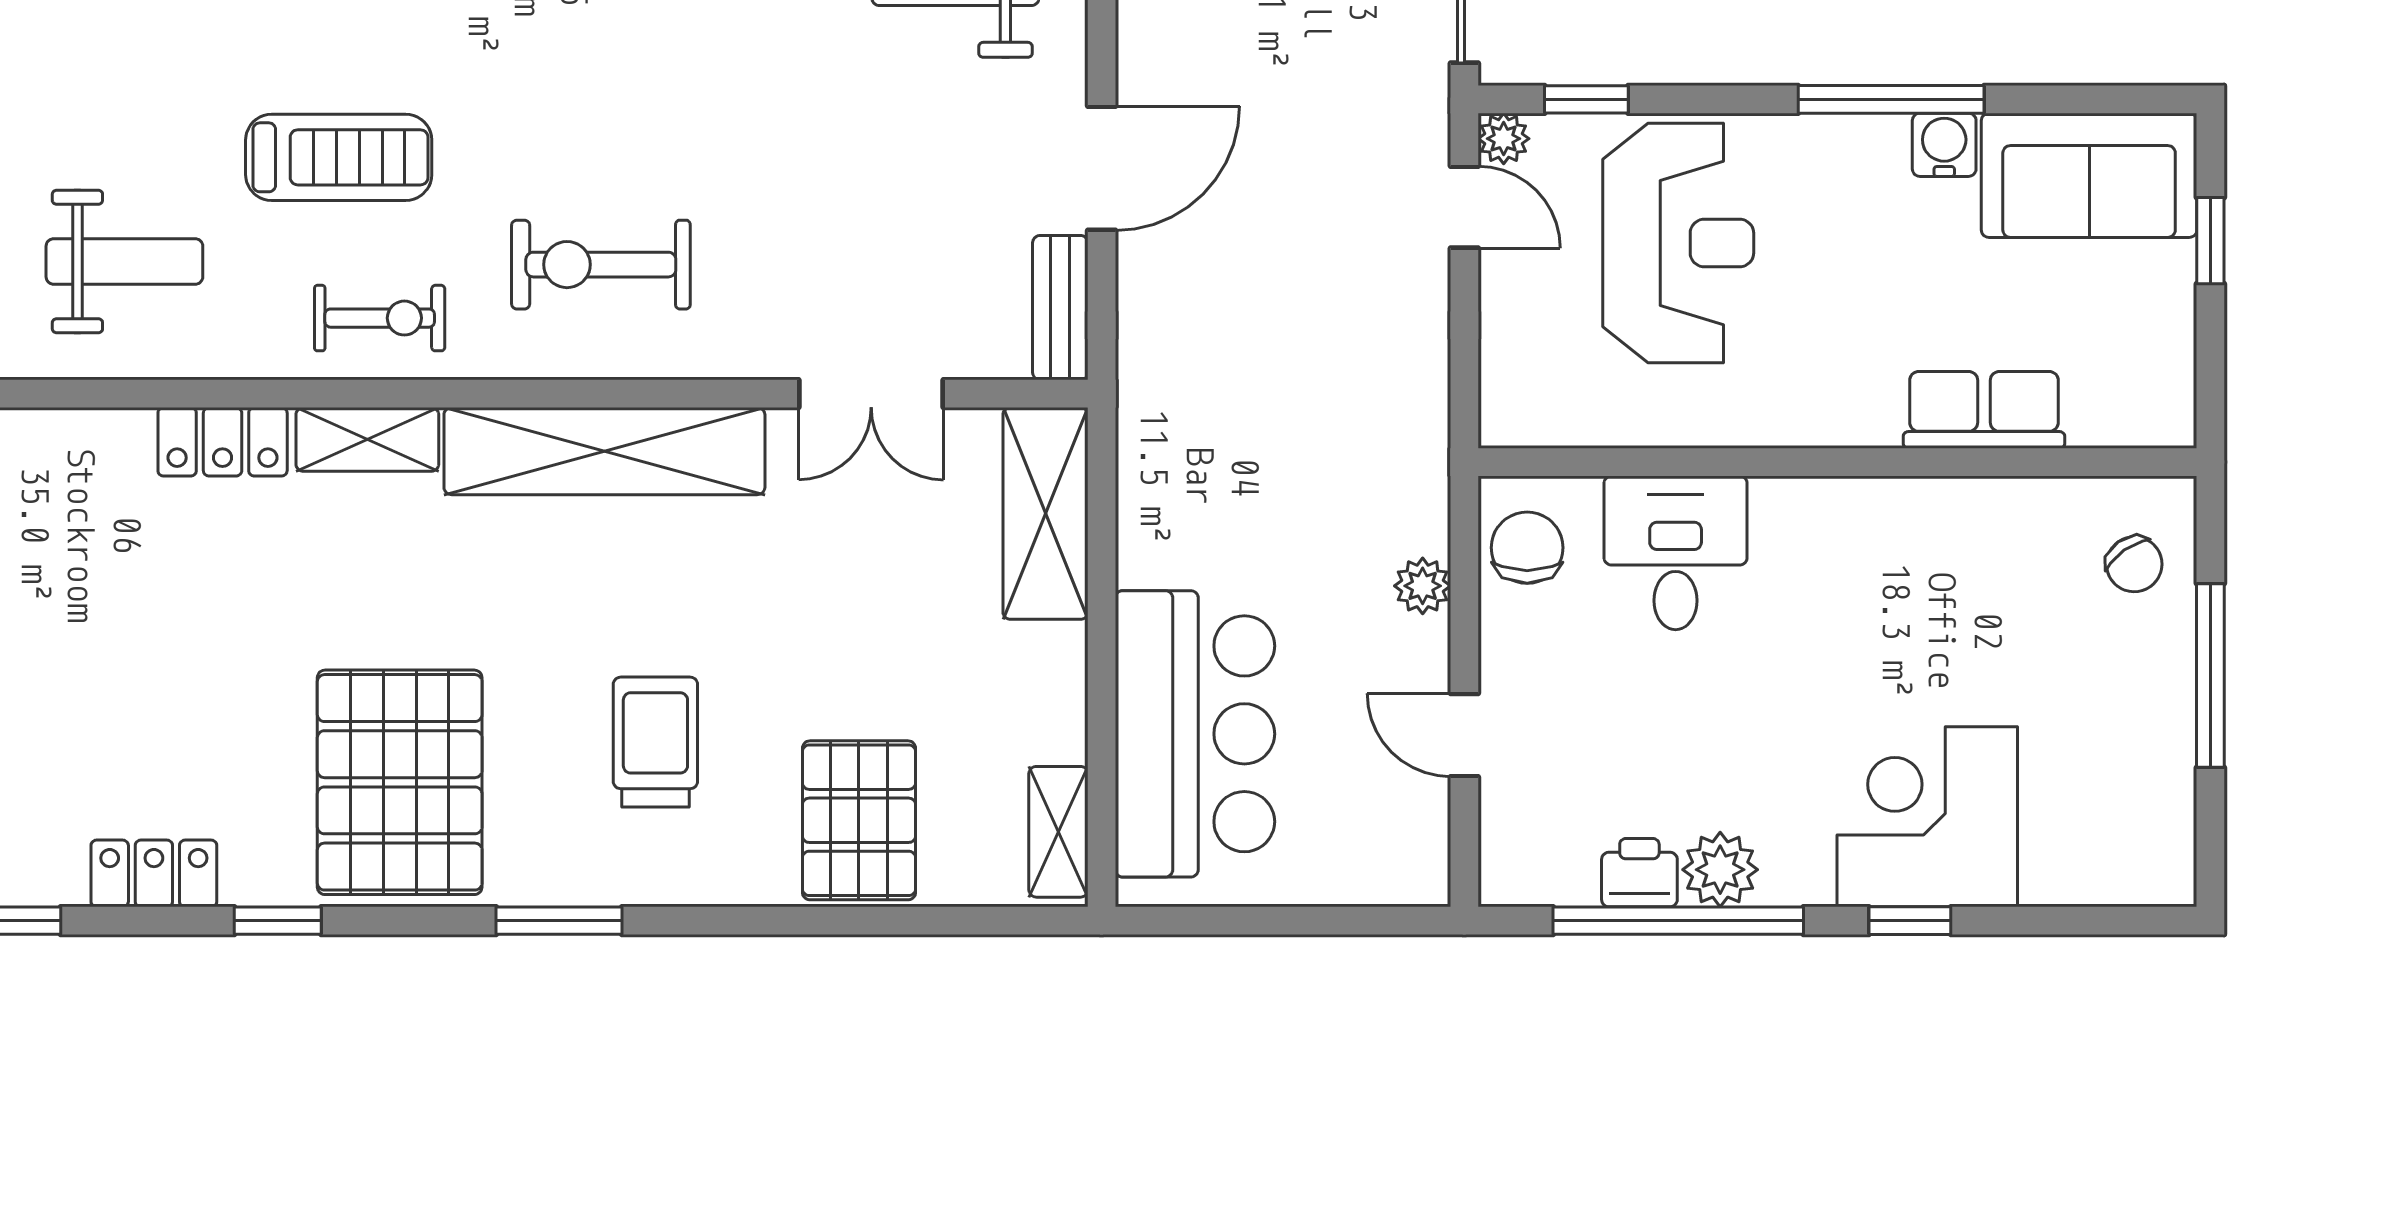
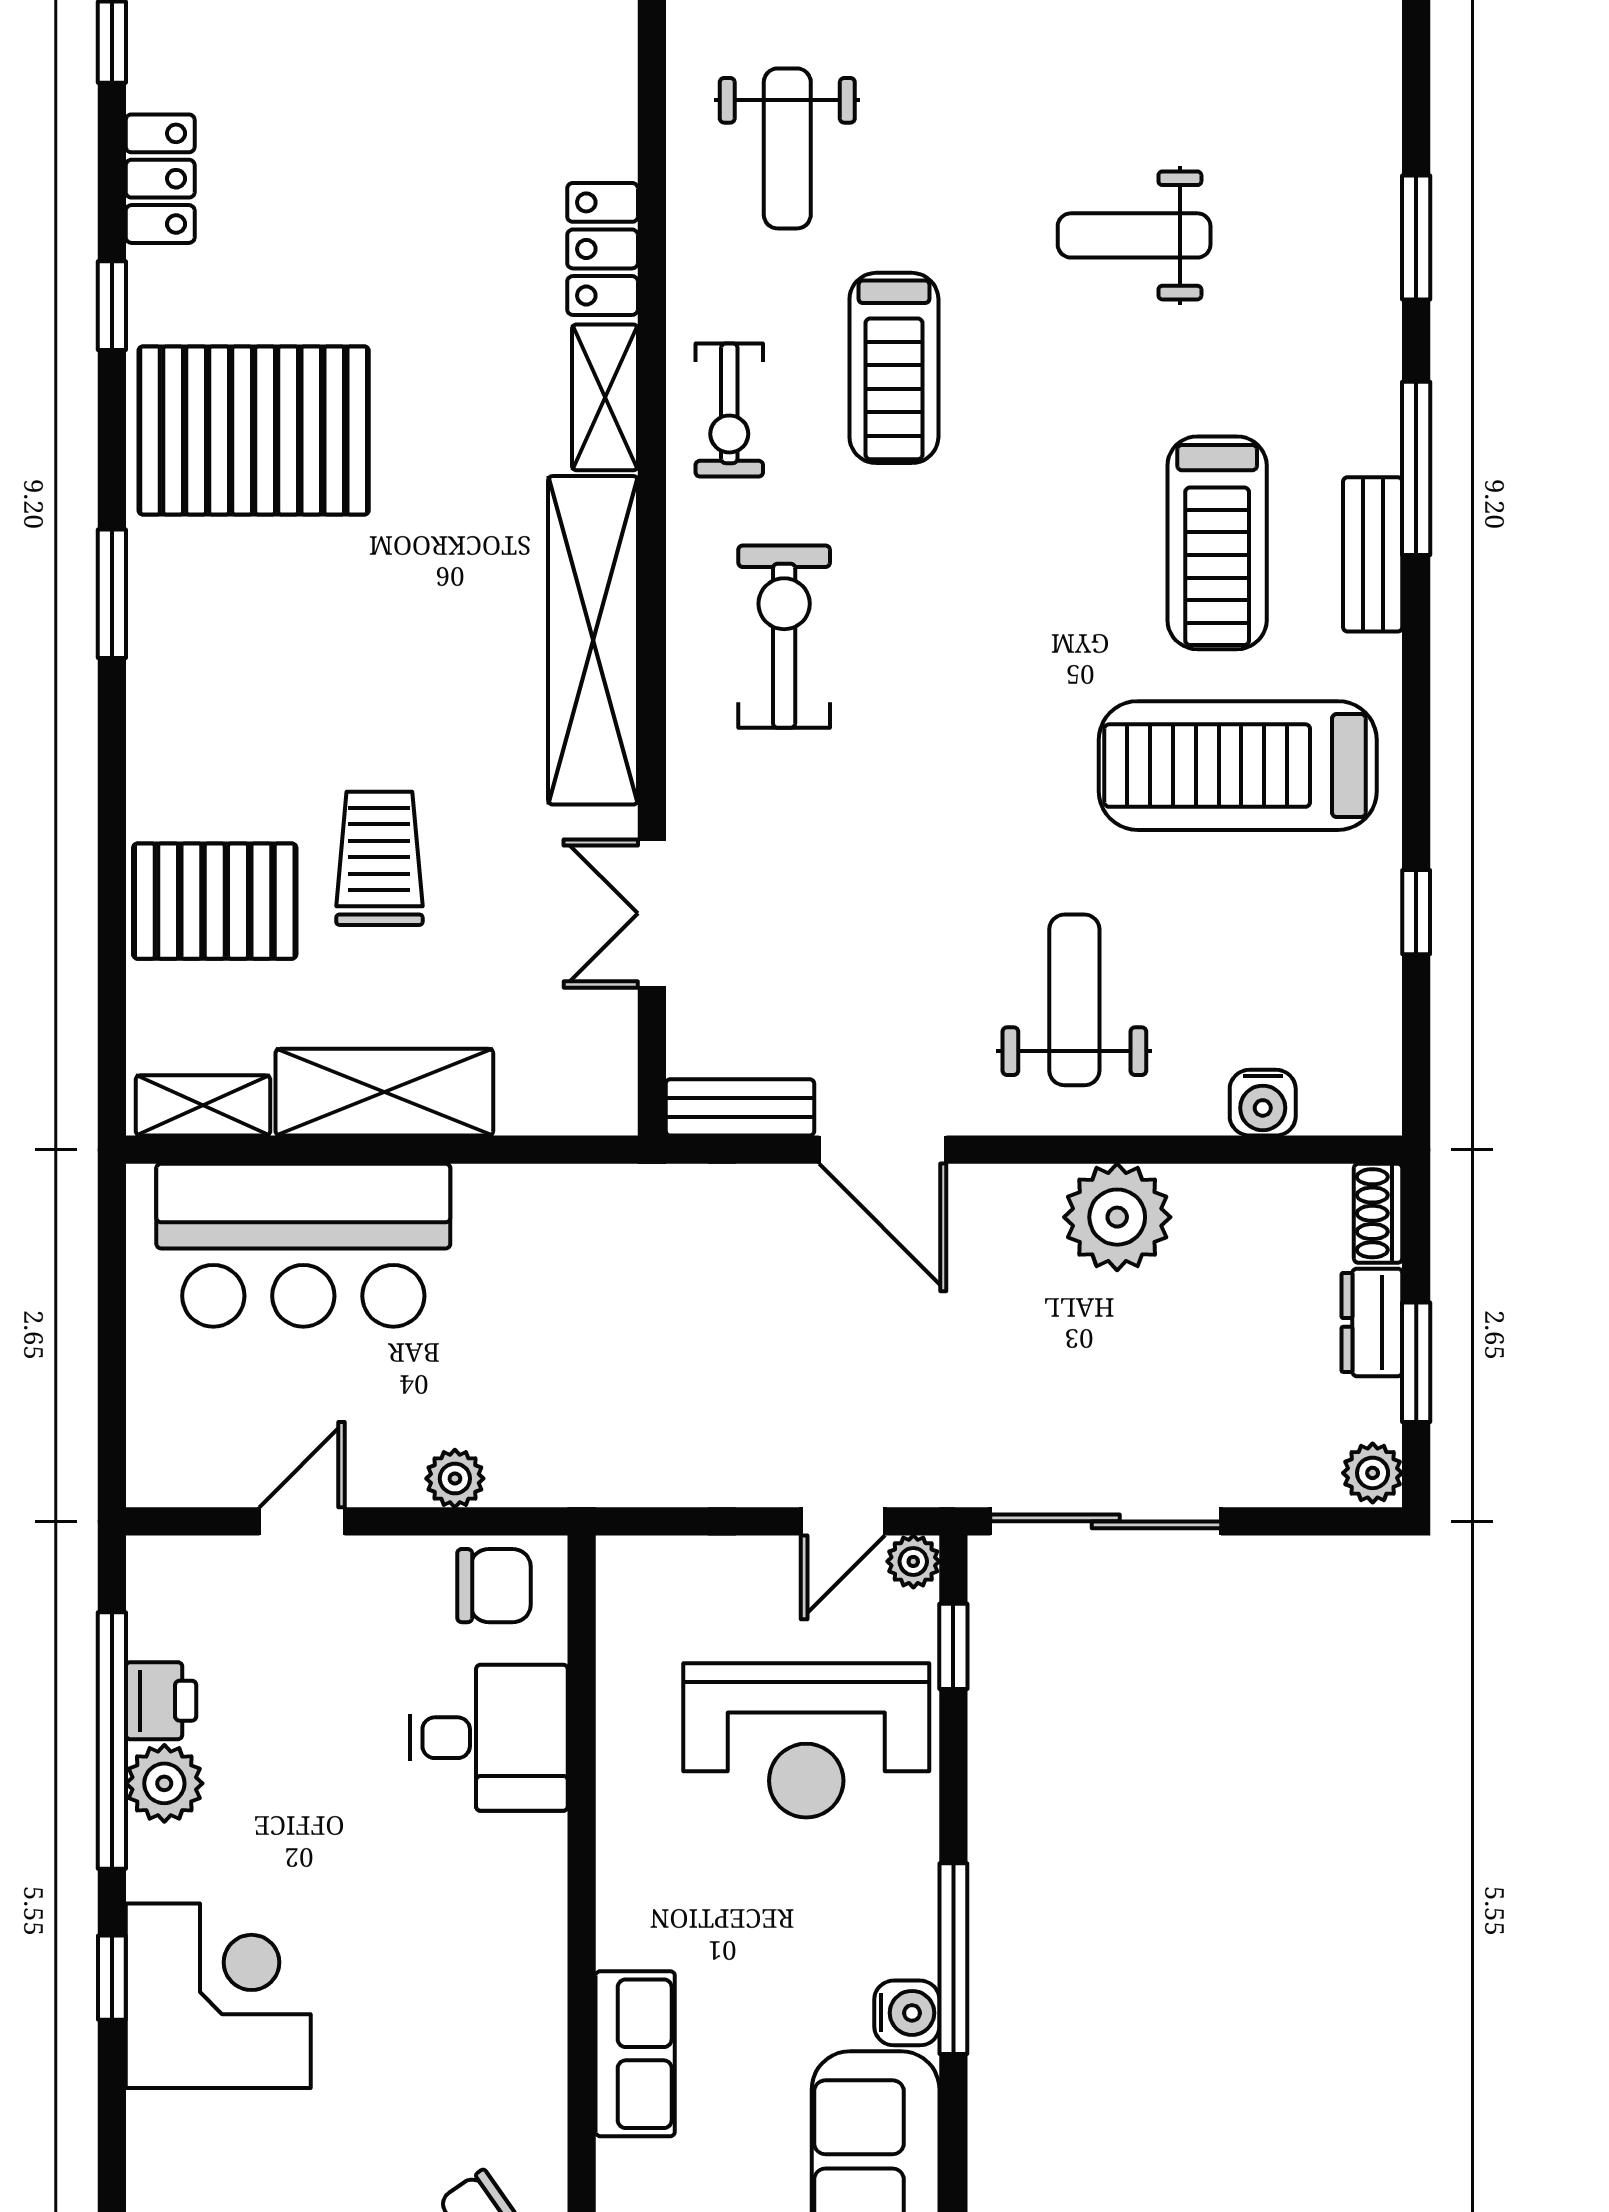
shelving: (1045, 513) -> (384, 1092), moved
trolley: (655, 742) -> (379, 858), moved, turned -90

